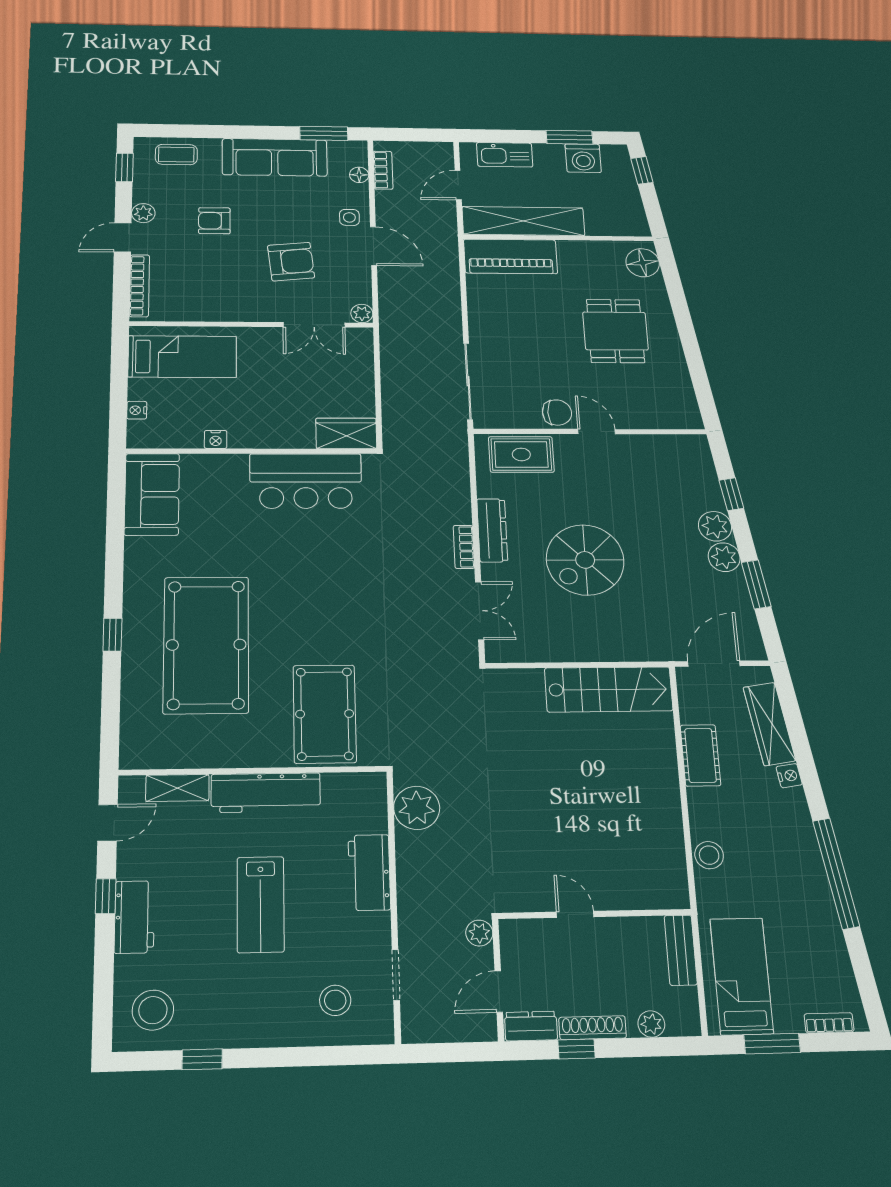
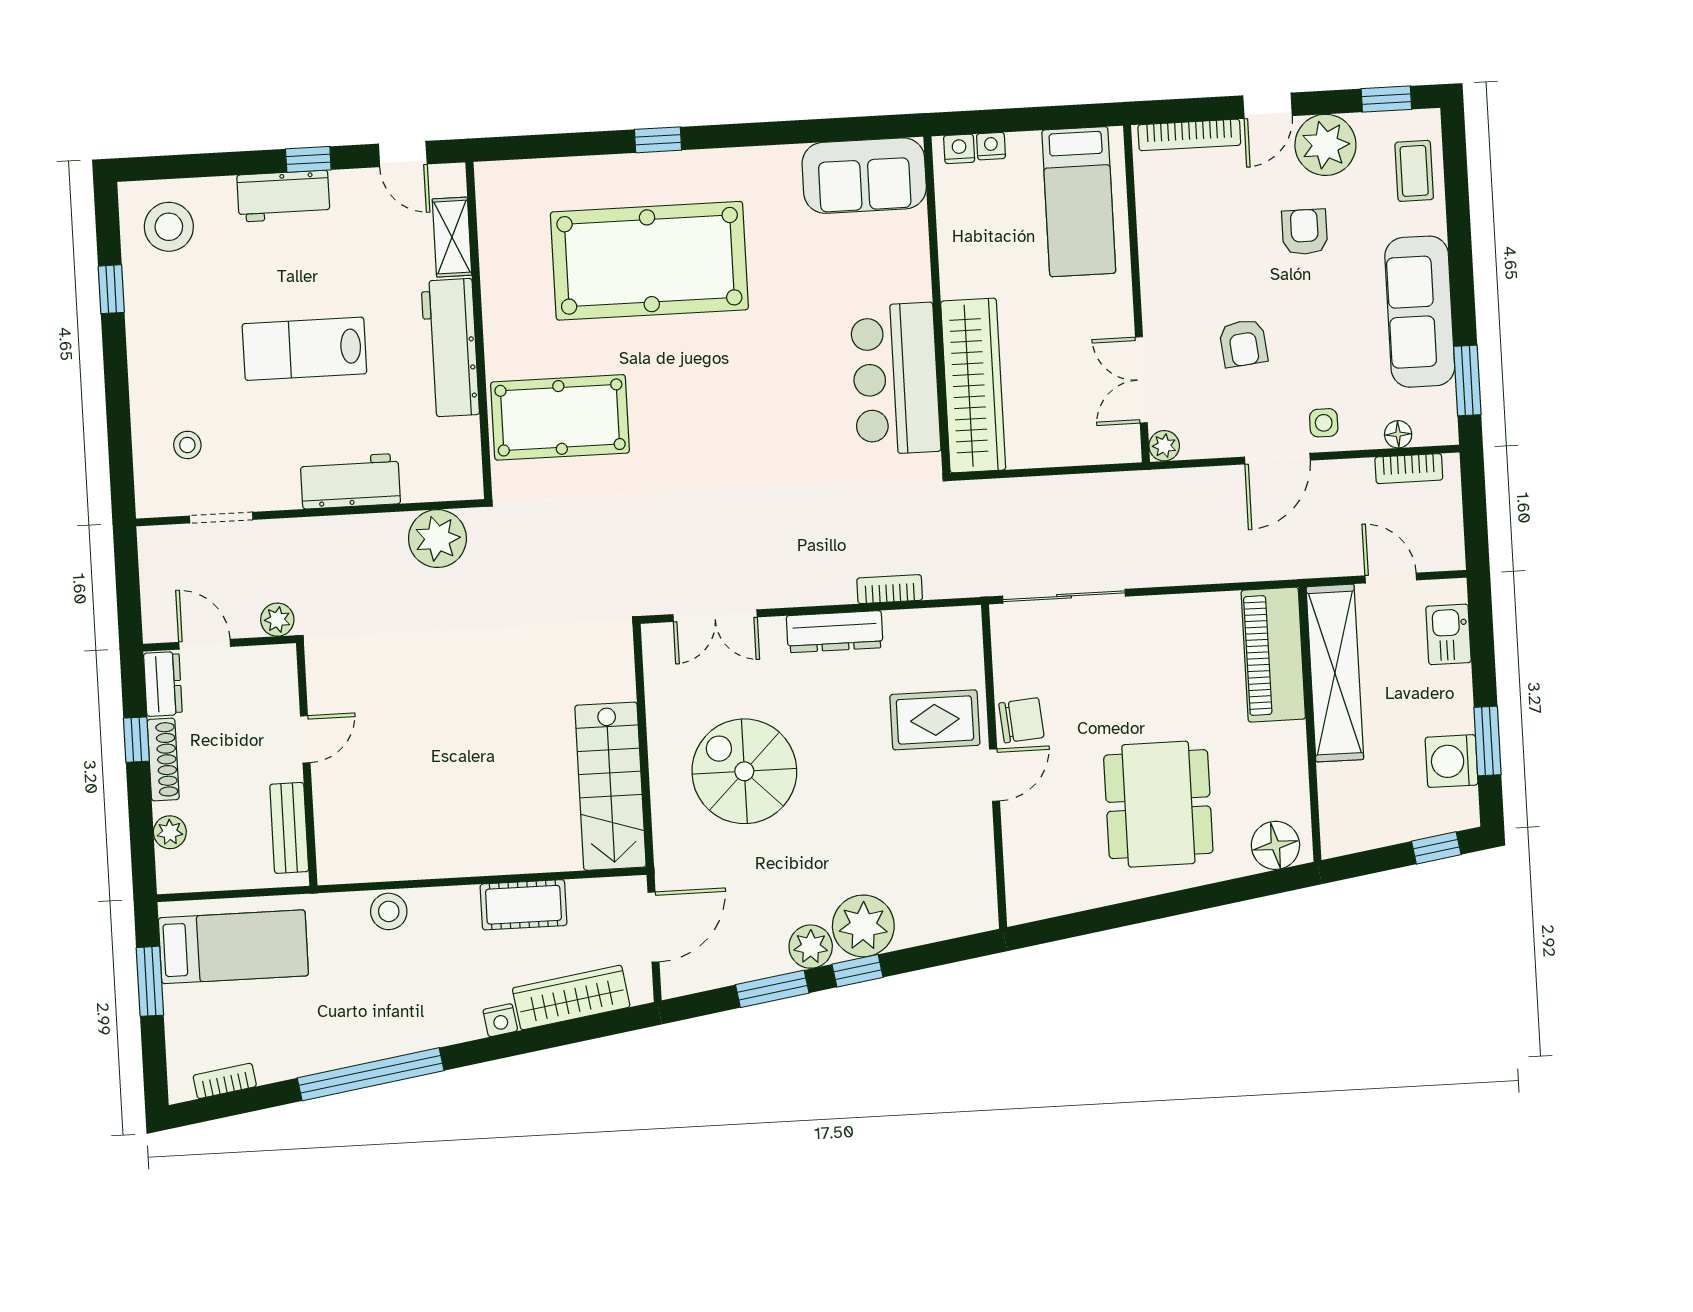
kitchen sink: (505, 155) -> (1448, 634), width x0.73
plant: (143, 213) -> (1325, 145), width x1.87, depth x1.87
door: (123, 237) -> (1268, 106), swing flipped
armchair: (291, 262) -> (1243, 343), width x0.72, depth x0.72
dining table: (615, 331) -> (1158, 804), width x1.38
chair: (557, 413) -> (1021, 720), turned -95
wardrobe: (346, 433) -> (973, 386), width x2.10, depth x1.17
nightstand: (216, 439) -> (959, 149), moved, turned 90
rug: (521, 454) -> (935, 720), moved, turned 90
window: (731, 494) -> (857, 971), moved
plant: (715, 526) -> (863, 926), width x1.36, depth x1.36
bookcase: (464, 547) -> (890, 589), moved
spiral stairs: (585, 560) -> (744, 771), moved
door: (714, 664) -> (654, 927), hinge flipped
bench: (681, 950) -> (289, 828), moved, turned 90
stool: (335, 1000) -> (187, 445), width x0.73, depth x0.73
bookcase: (829, 1023) -> (225, 1081), moved, turned -99

